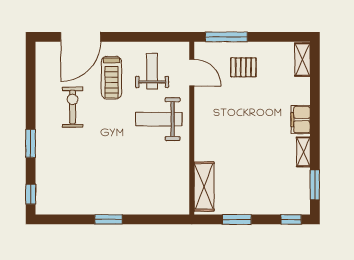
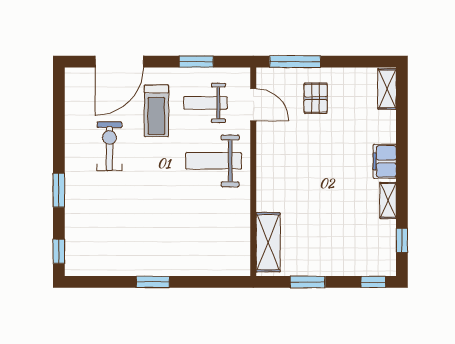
window: (144, 37) -> (196, 62), added
pallet: (243, 67) -> (316, 98), turned 90
weight bench: (152, 71) -> (205, 103), turned -90
window: (315, 185) -> (402, 240), width x0.67

